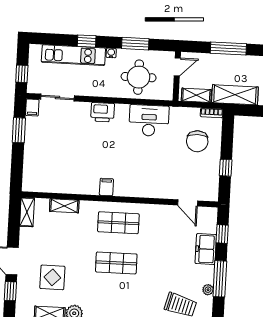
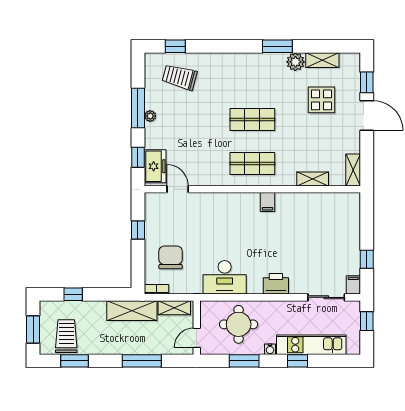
window: (19, 130) -> (367, 259), width x0.67
freezer: (206, 249) -> (155, 166), moved
plant: (208, 290) -> (150, 116), moved

